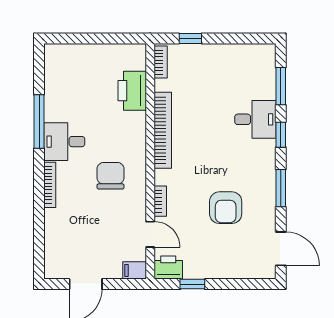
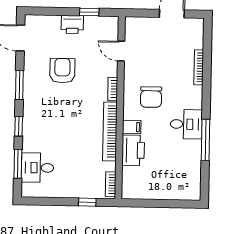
printer: (132, 91) -> (133, 150), moved
desk: (255, 119) -> (38, 168), moved
bookcase: (50, 185) -> (199, 67), moved
bookcase: (160, 201) -> (113, 89), moved
printer: (168, 267) -> (72, 24), moved
filing cabinet: (135, 270) -> (132, 127), moved

